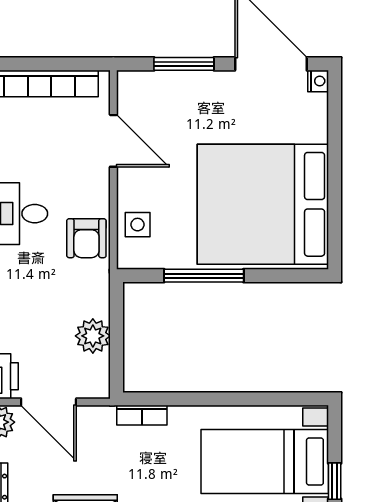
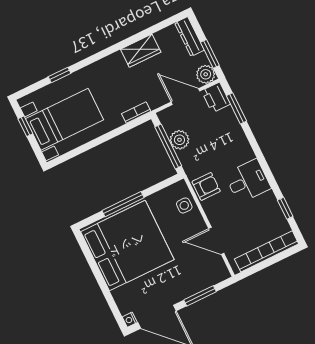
armchair: (86, 238) -> (206, 186), turned 90
window: (204, 276) -> (123, 204), moved
window: (117, 334) -> (168, 146), added

